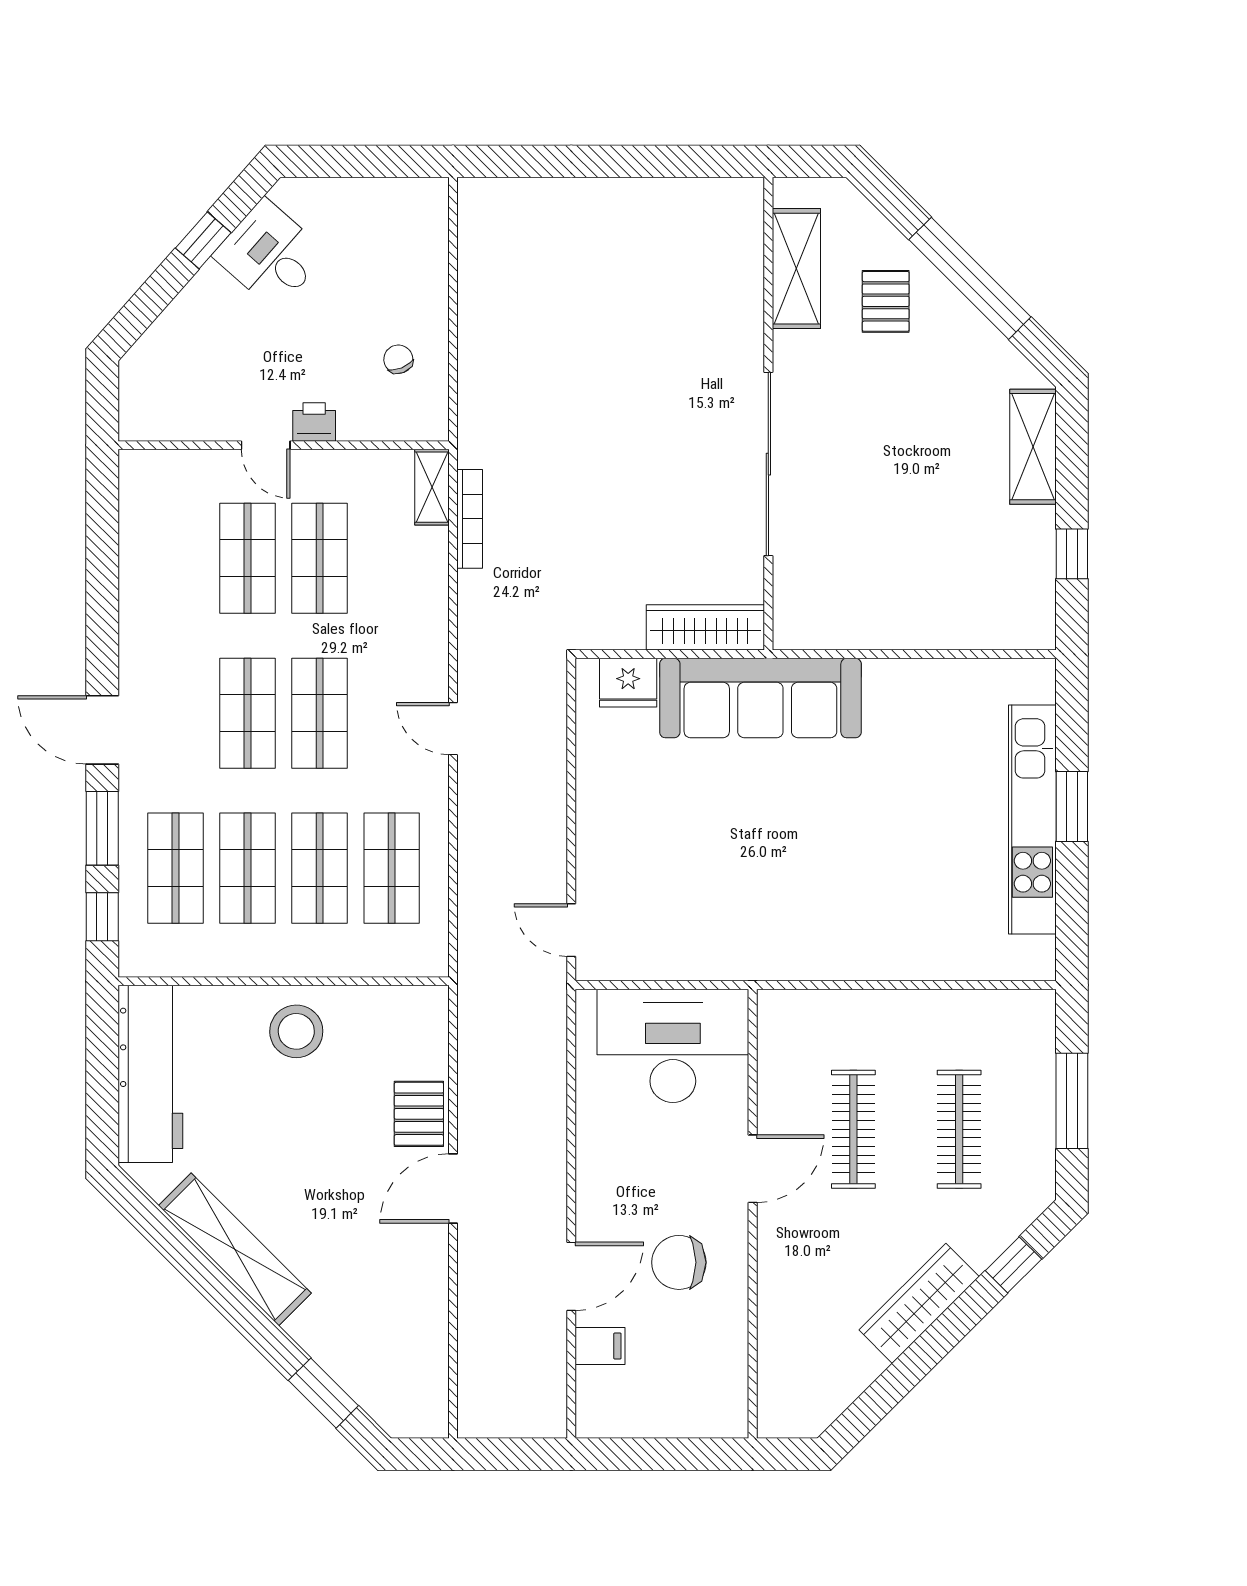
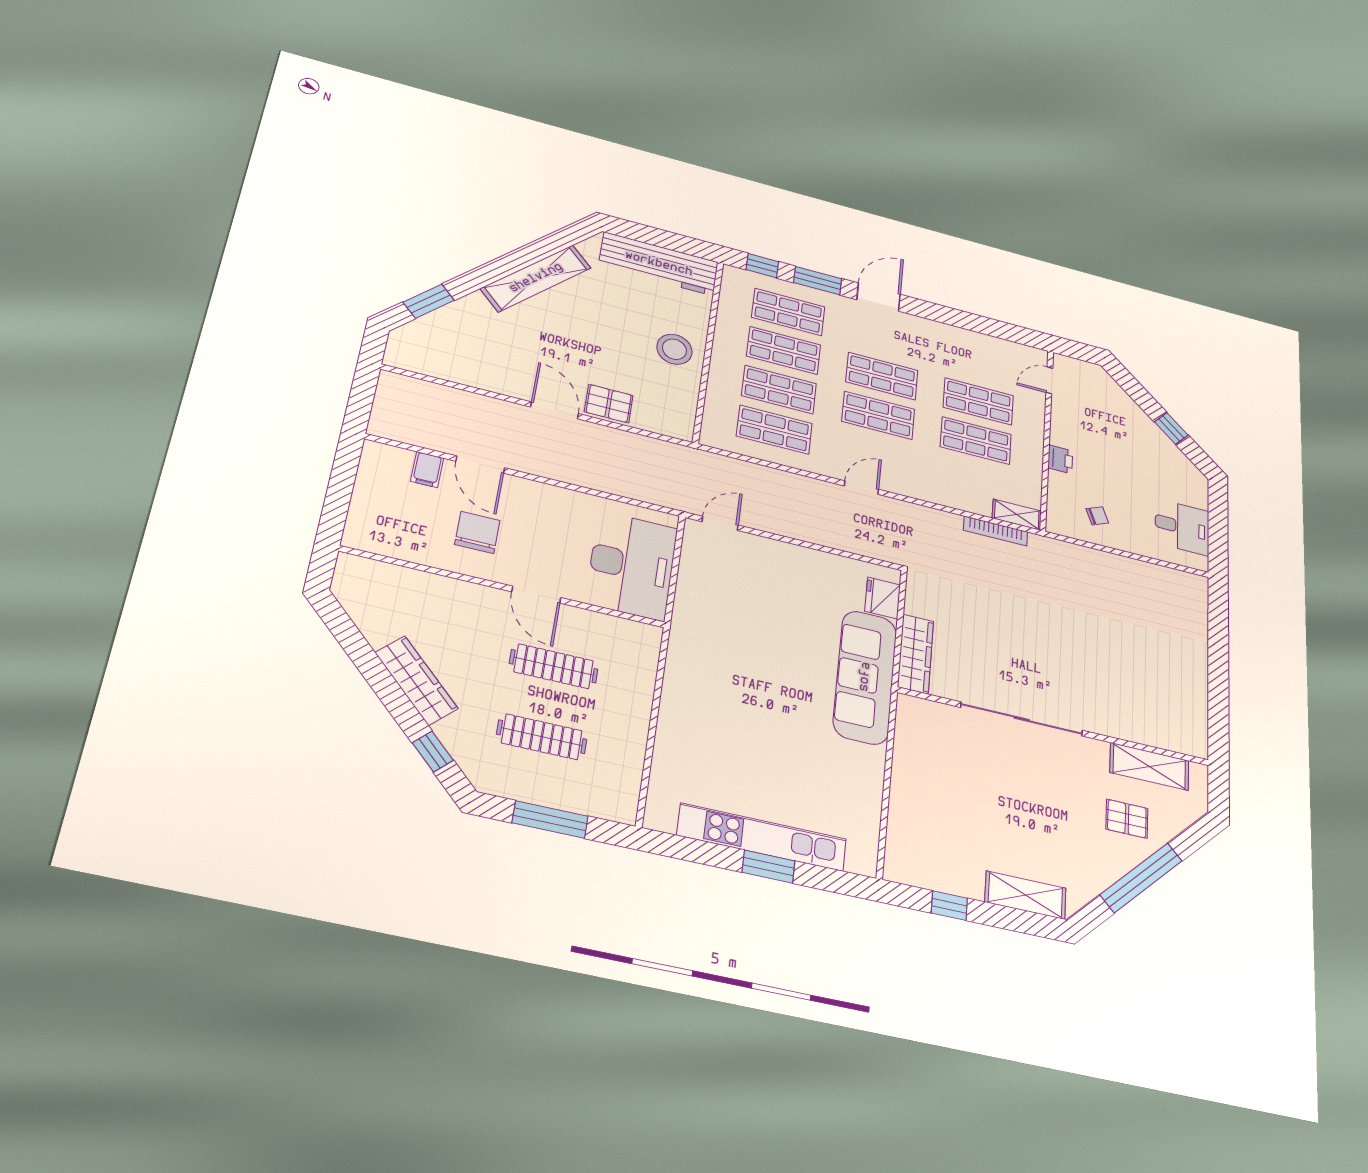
desk: (270, 254) -> (1182, 527), moved, turned 49
door: (266, 445) -> (1049, 380), moved

